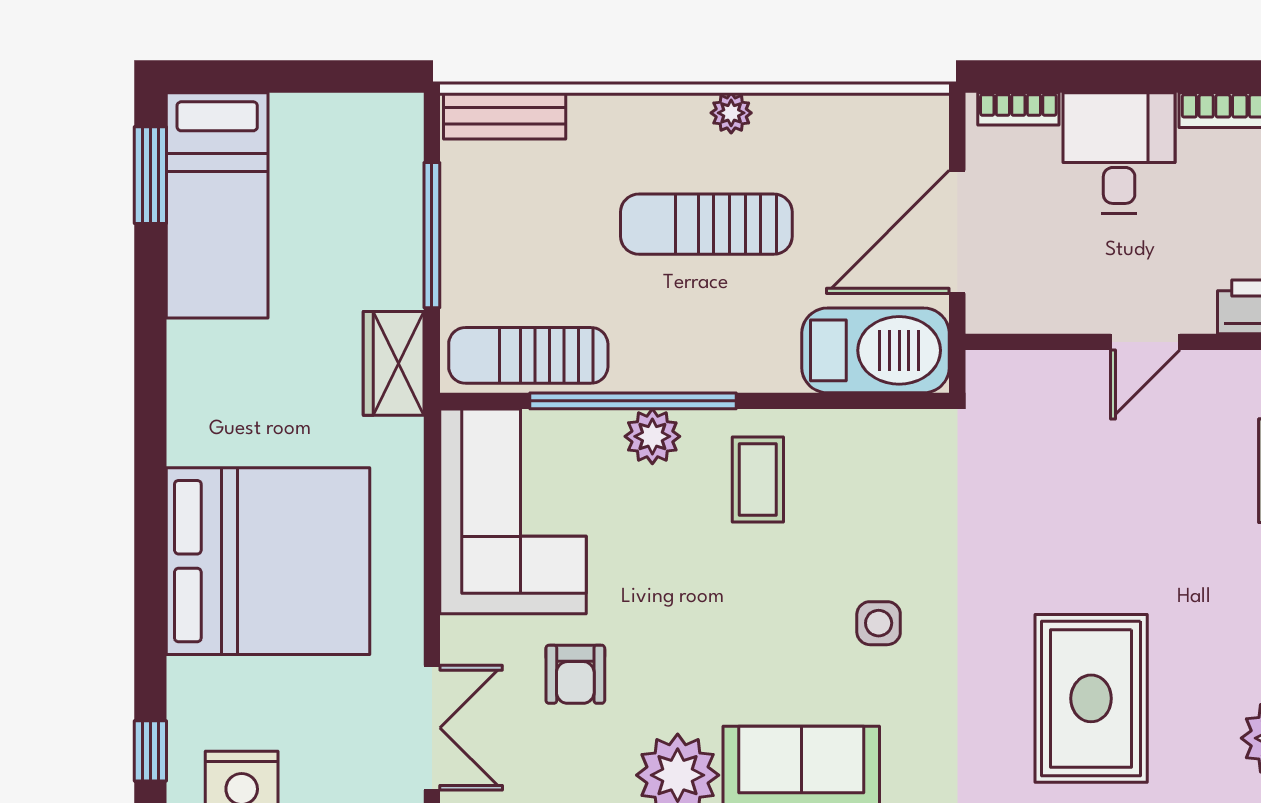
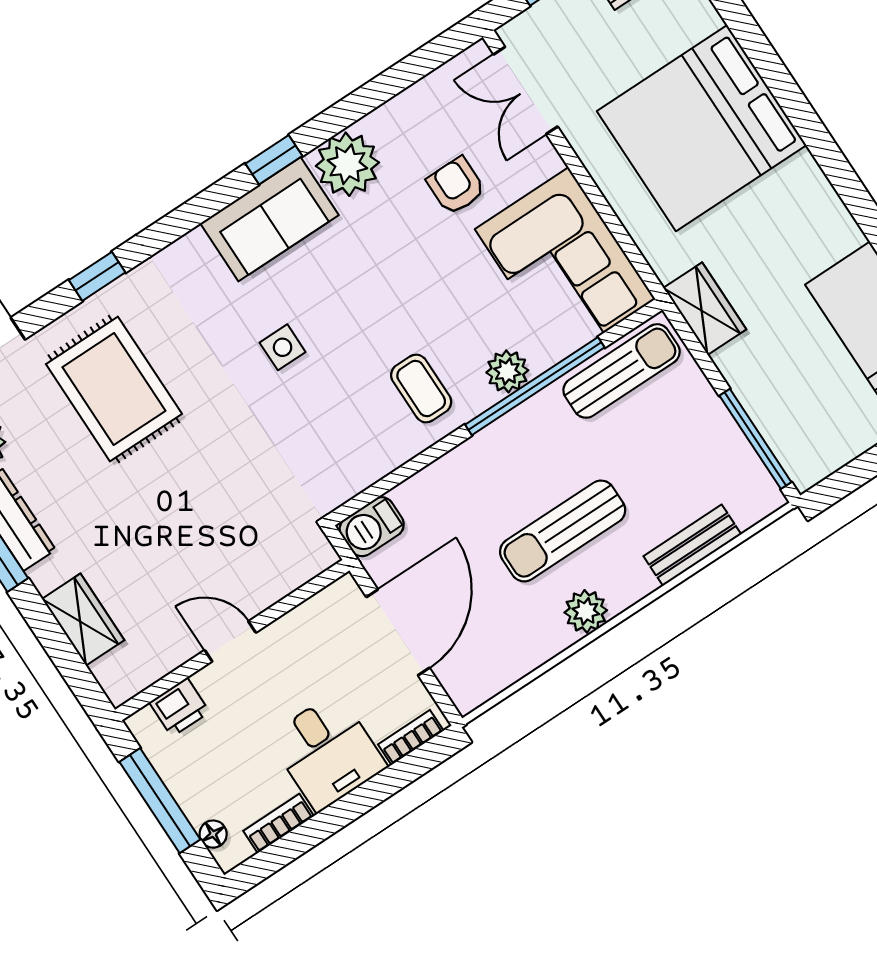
plant: (731, 113) -> (586, 611), width x1.38, depth x1.38
bench: (505, 116) -> (692, 545), moved
sun lounger: (706, 224) -> (563, 531), turned 180
window: (432, 235) -> (755, 439), moved
door: (1145, 342) -> (230, 641), hinge flipped
barbecue: (876, 350) -> (372, 527), width x0.53, depth x0.65

